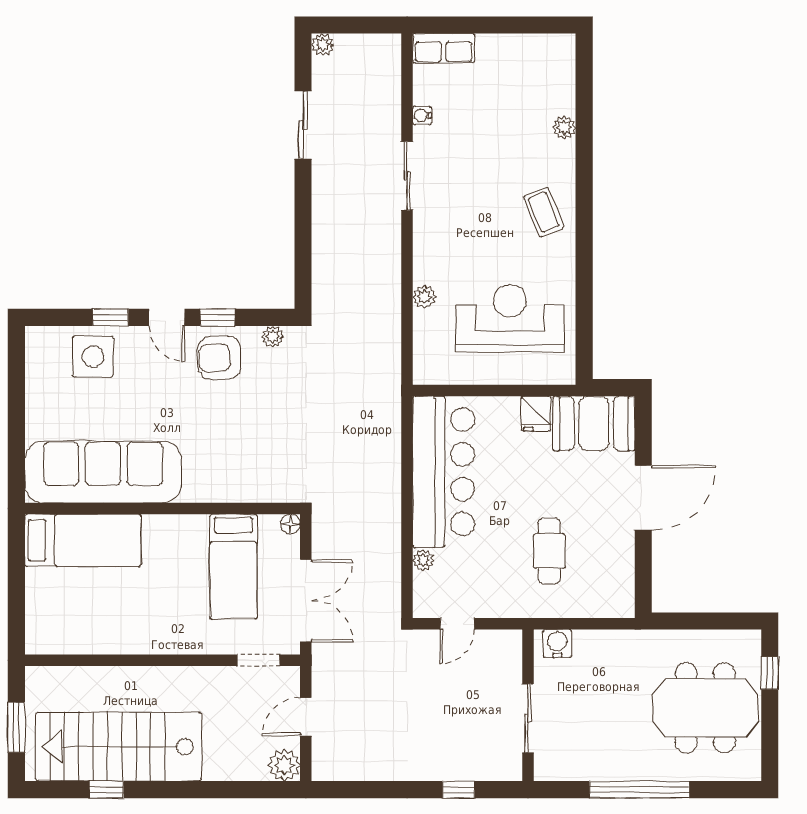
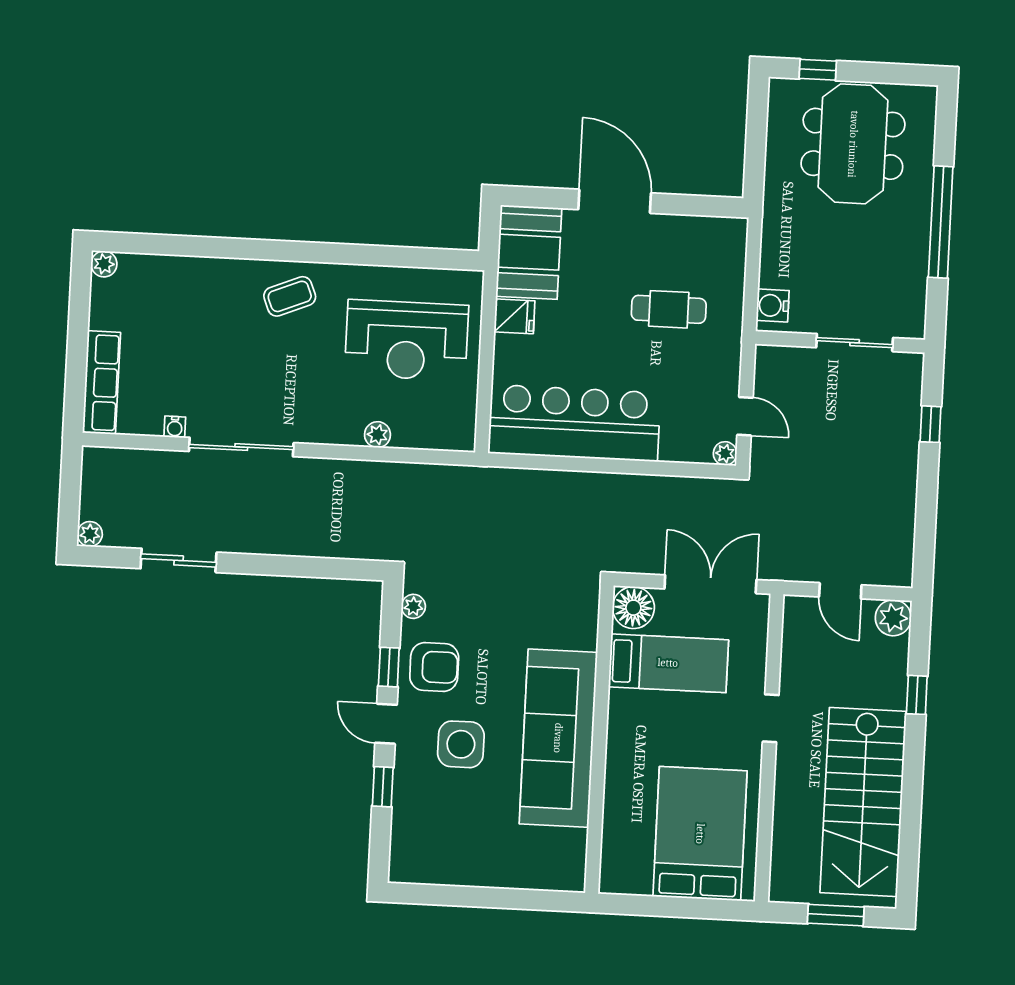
row of seats: (444, 48) -> (102, 383), width x1.48
plant: (564, 127) -> (104, 264), moved
sliding door: (407, 176) -> (241, 447), width x1.37
door: (167, 317) -> (386, 724), swing flipped
reception desk: (510, 318) -> (407, 340), turned -90
side table: (93, 357) -> (461, 744), moved
armchair: (220, 358) -> (434, 667), turned -87
sofa: (103, 472) -> (558, 738), moved
floor lamp: (290, 524) -> (633, 608), width x1.89, depth x1.89
bed: (83, 540) -> (700, 834), moved, width x1.50
plant: (423, 560) -> (725, 453), moved
doorway: (258, 660) -> (771, 718), moved
window: (106, 790) -> (917, 695), moved

